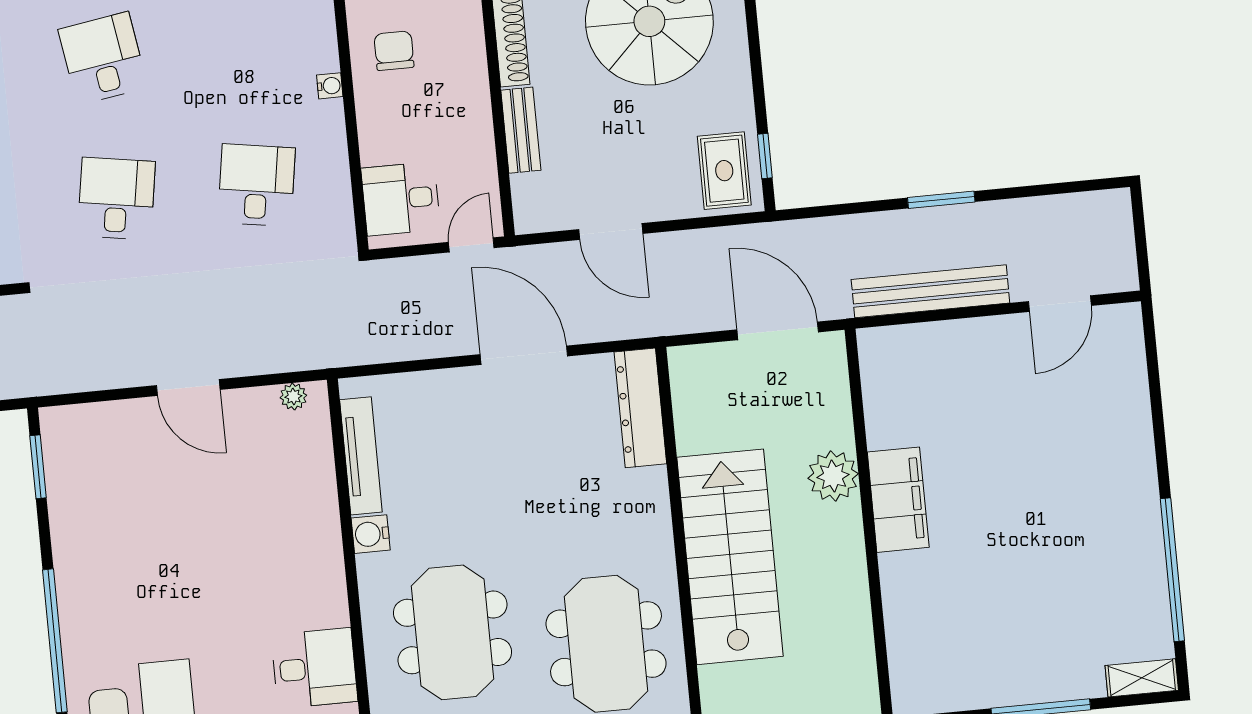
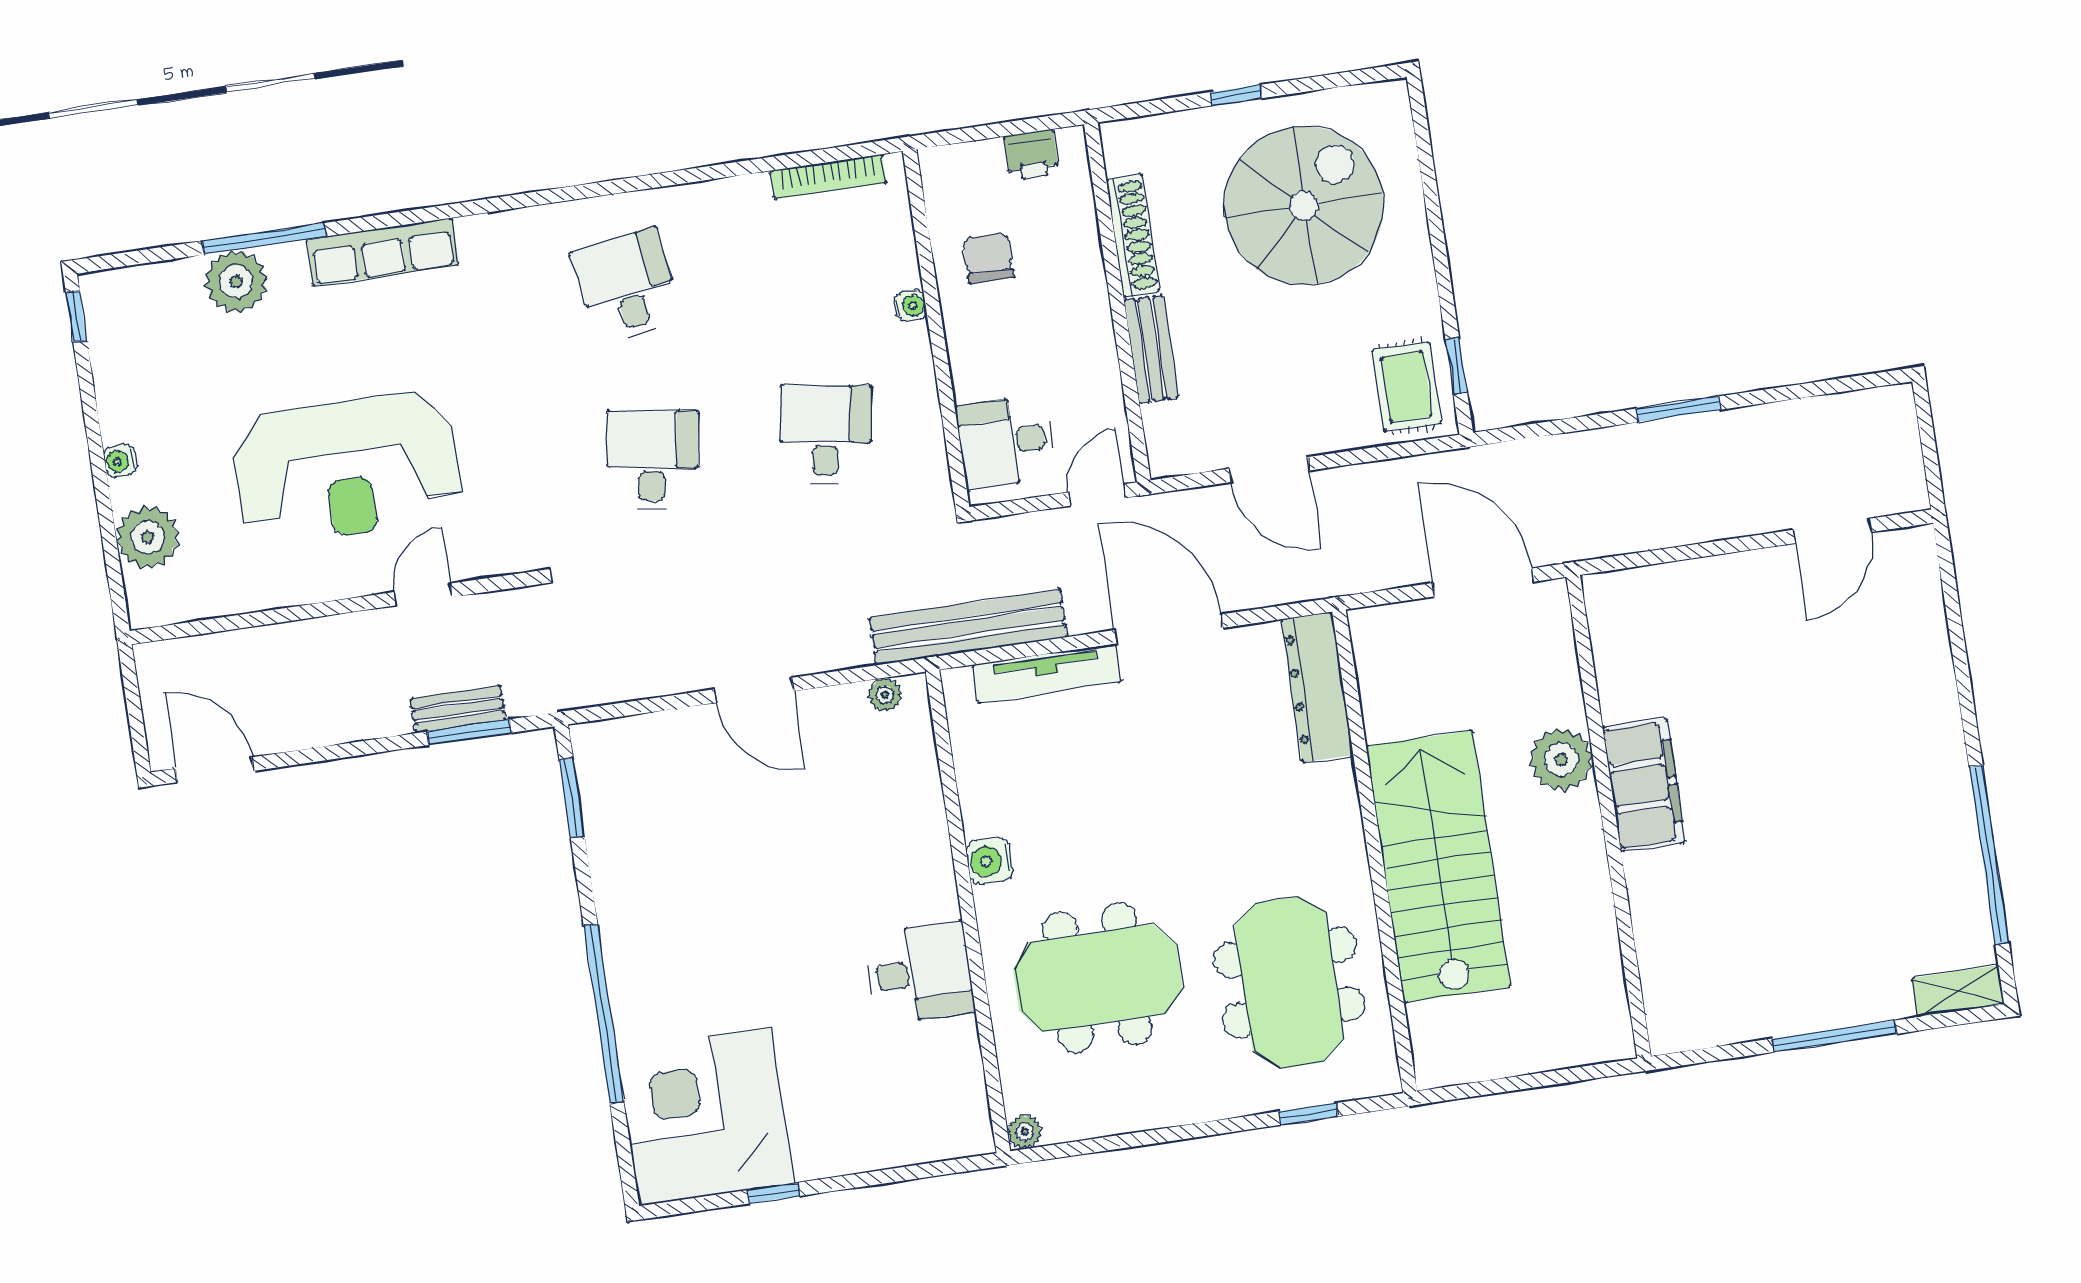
bench: (930, 291) -> (968, 627), moved
tv unit: (361, 456) -> (1047, 673), moved, turned 90
meeting table: (453, 632) -> (1098, 978), turned 90
desk: (314, 668) -> (920, 973), moved

